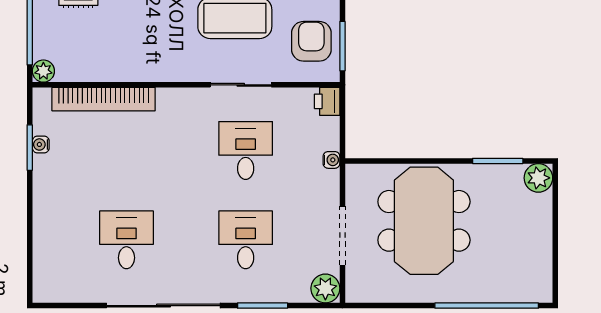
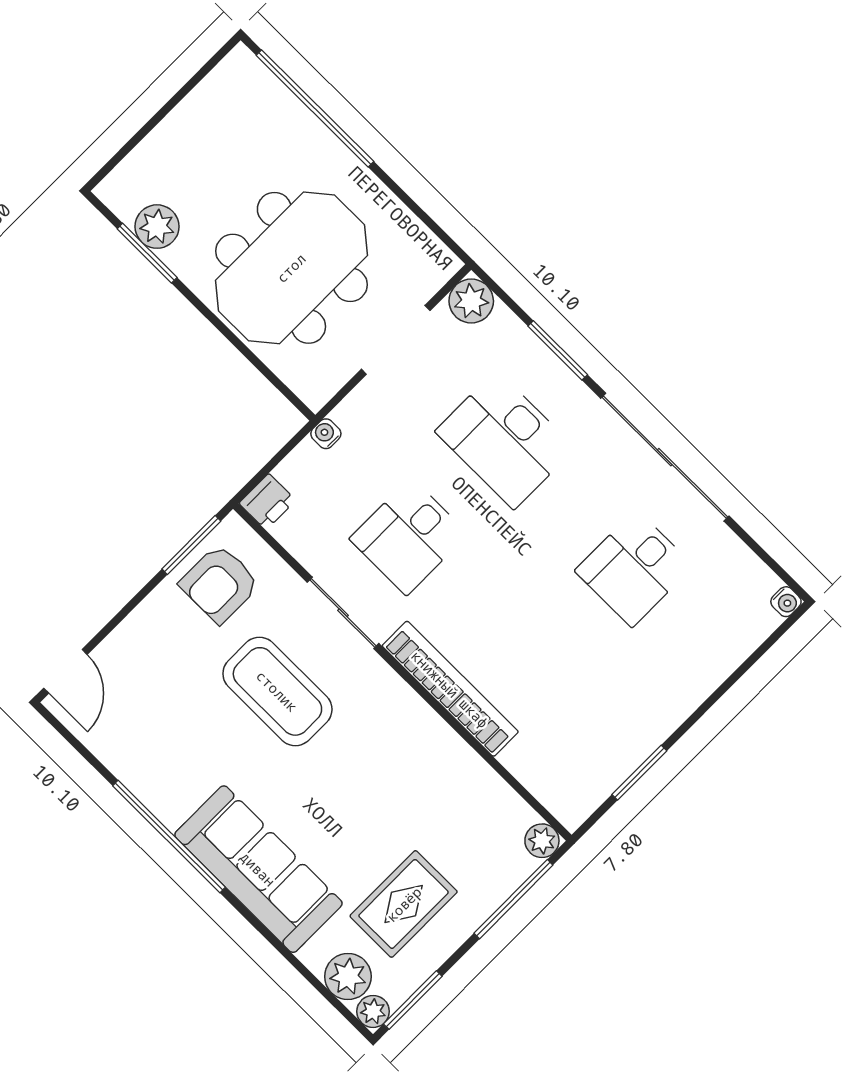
bookcase: (104, 99) -> (450, 689), moved
water cooler: (41, 144) -> (786, 602), moved
plant: (538, 178) -> (157, 227), moved
desk: (246, 240) -> (505, 440), width x1.37

